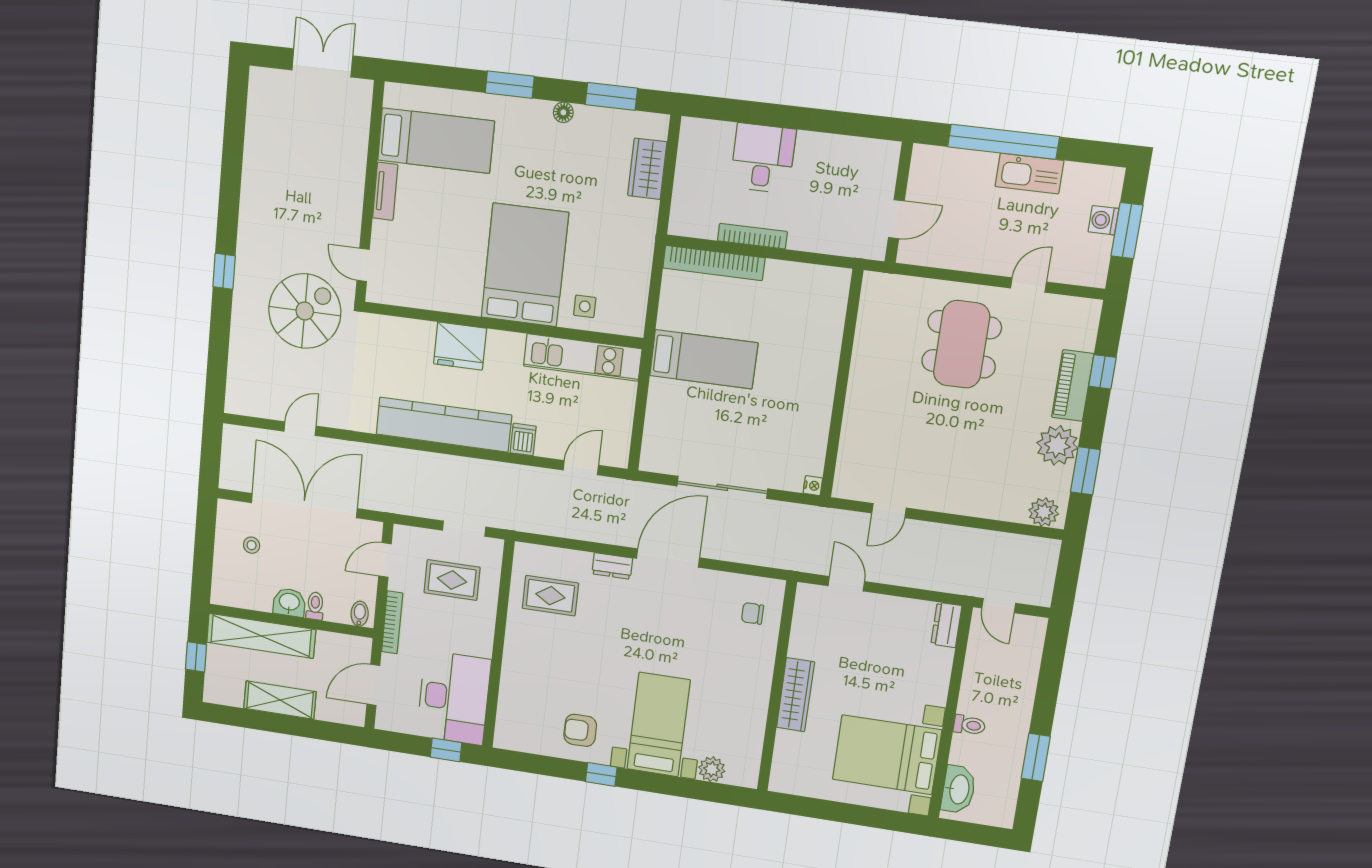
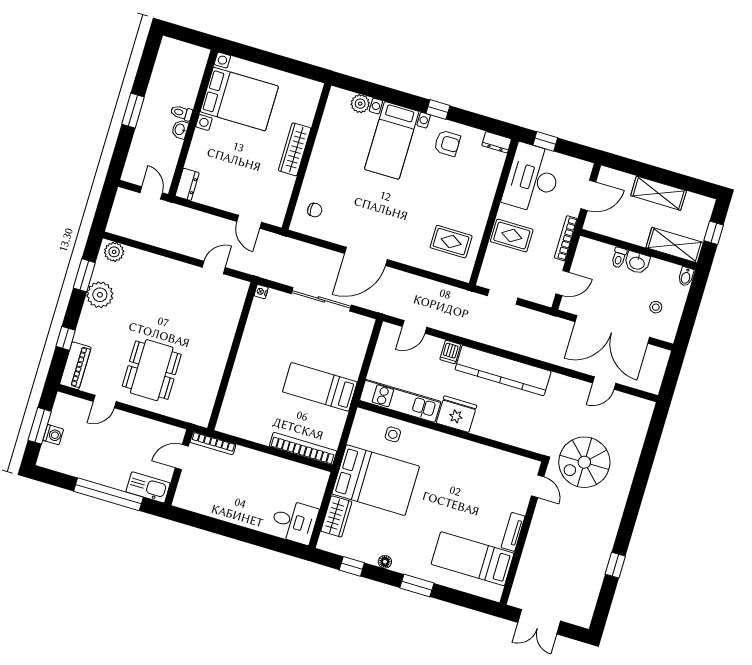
window: (611, 96) -> (352, 566), width x0.67
desk: (763, 158) -> (294, 522), moved, turned -90
kitchen sink: (1029, 174) -> (148, 487), moved
bookcase: (752, 236) -> (213, 443), moved
bed: (525, 265) -> (376, 480), moved, turned -90
window: (224, 271) -> (615, 565), moved
fridge: (460, 346) -> (457, 414), moved
piano: (1073, 386) -> (75, 366), moved
dresser: (612, 566) -> (497, 142), moved, turned 180
rug: (452, 580) -> (512, 236), moved
bidet: (360, 614) -> (686, 277), moved
shelving: (261, 636) -> (675, 245), width x0.68
window: (1036, 757) -> (133, 111), moved
washbasin: (958, 789) -> (180, 129), moved, width x0.52, depth x0.69

